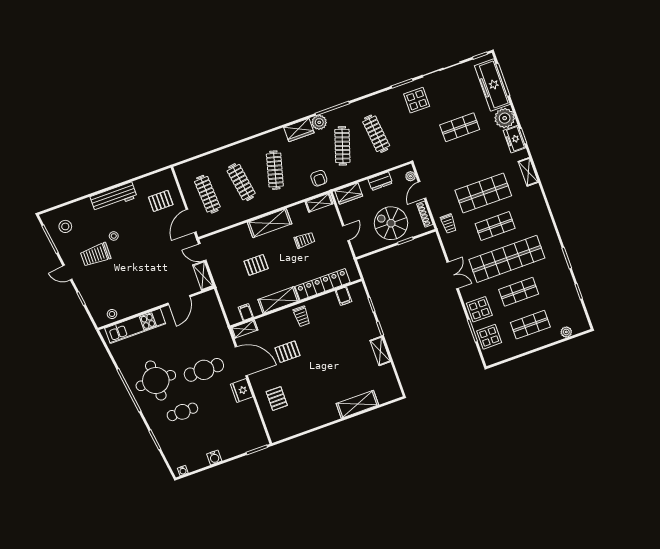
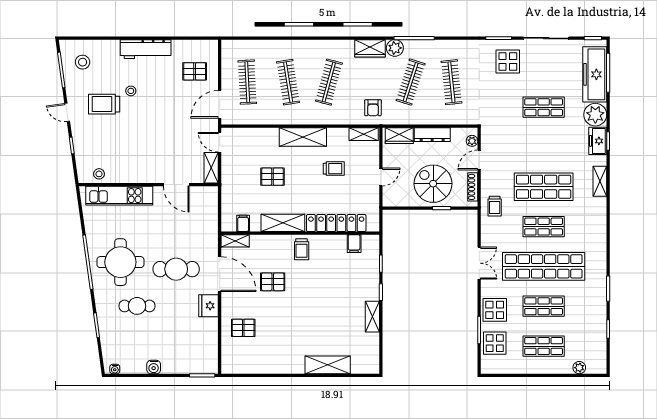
dresser: (380, 181) -> (432, 135), width x1.44
door: (179, 300) -> (176, 185), hinge flipped
pallet: (277, 399) -> (243, 328), turned 90

